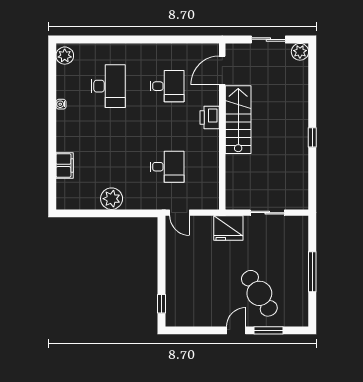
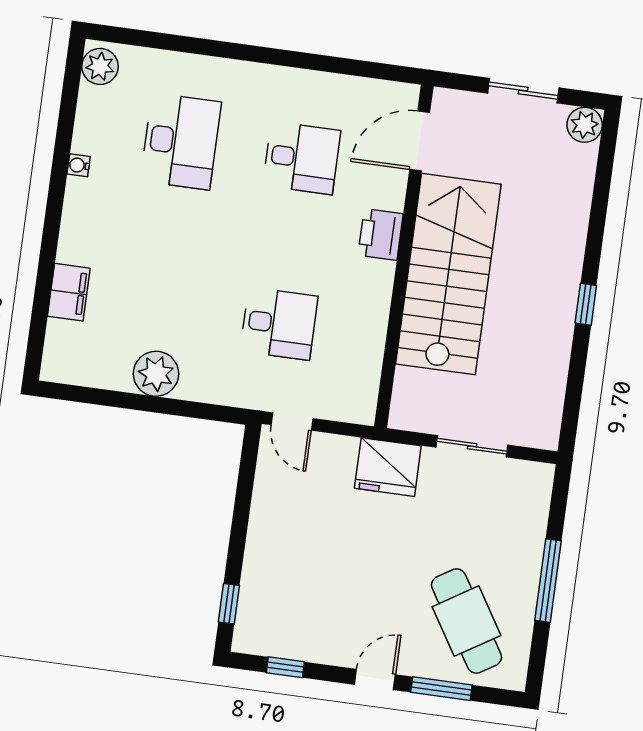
stairs: (238, 120) -> (448, 274), width x1.36, depth x1.51
cafe table: (259, 293) -> (466, 621), moved
window: (193, 330) -> (285, 667), added

